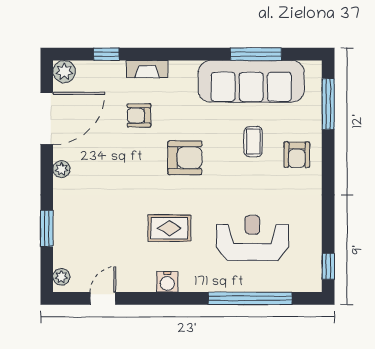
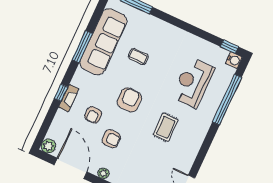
window: (106, 54) -> (61, 93), moved
window: (256, 54) -> (82, 47), moved
armchair: (297, 155) -> (111, 139), moved
water cooler: (167, 282) -> (234, 60), moved

